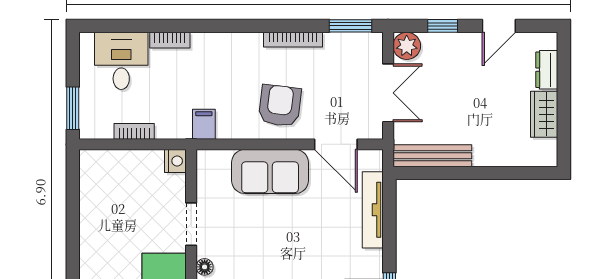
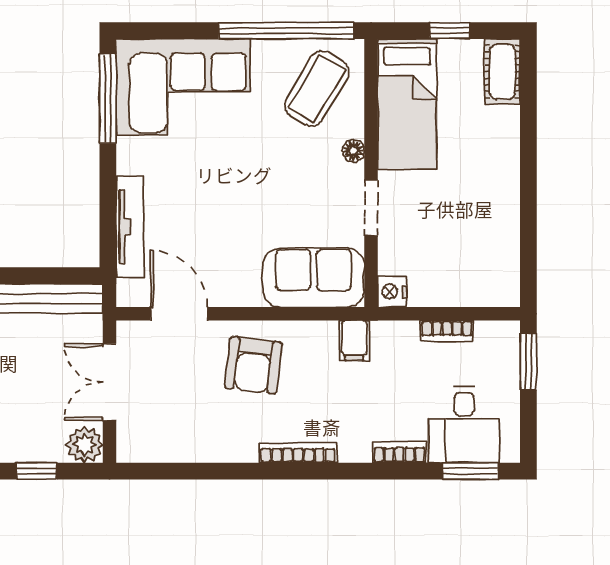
window: (350, 26) -> (470, 471), moved
bookcase: (293, 40) -> (298, 453), moved
sofa: (270, 171) -> (314, 278), moved

